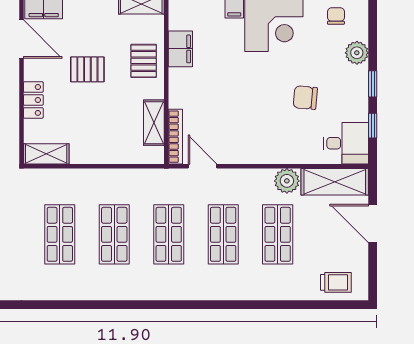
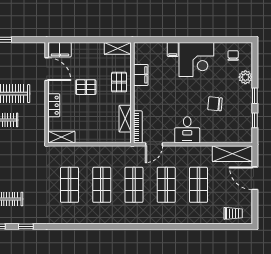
desk: (346, 143) -> (187, 130), moved, turned 90
door: (202, 166) -> (154, 144), swing flipped
plant: (287, 181) -> (204, 153), removed

